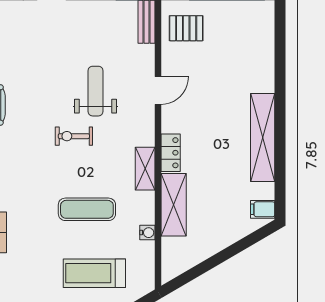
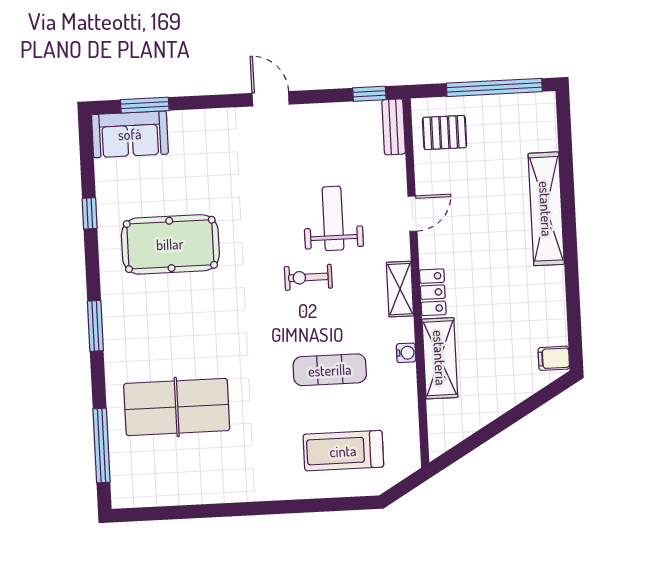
shelving: (263, 137) -> (546, 209), moved
shelving: (145, 169) -> (400, 289), moved
water cooler: (147, 233) -> (406, 353), moved

